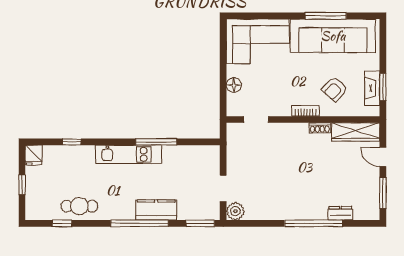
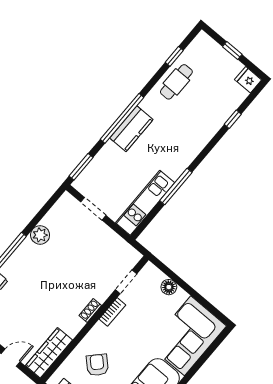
bookcase: (305, 111) -> (112, 312), moved
shoe rack: (320, 128) -> (90, 310), moved
kitchen unit: (128, 154) -> (145, 203), moved
kitchen counter: (156, 210) -> (131, 129), moved
plant: (235, 211) -> (40, 235), moved

